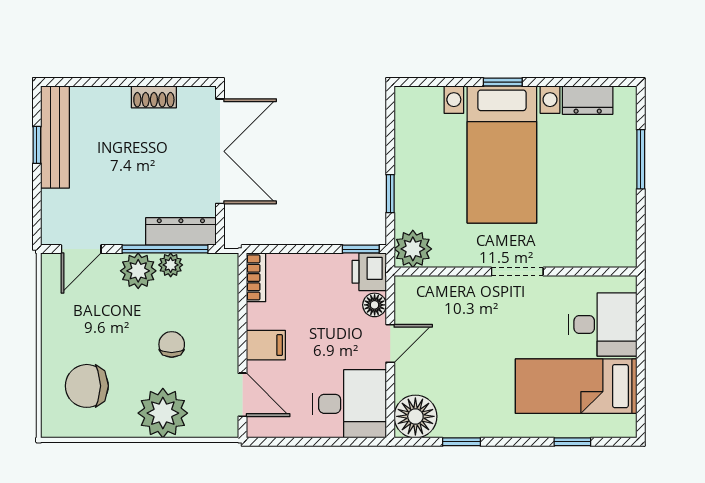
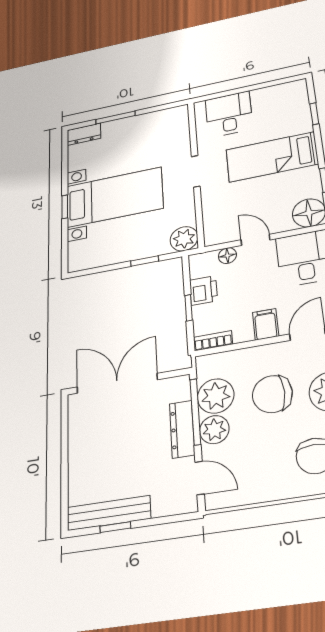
shoe rack: (154, 97) -> (76, 439), removed
dresser: (588, 100) -> (84, 134), moved, turned 90
dresser: (181, 231) -> (182, 429), moved
window: (361, 249) -> (189, 308), moved
plant: (171, 265) -> (216, 396), width x1.87, depth x1.87
printer: (369, 272) -> (203, 290), moved, turned -90
chair: (172, 344) -> (272, 394), width x1.87, depth x1.87
bed: (576, 386) -> (272, 157), moved, turned 90

